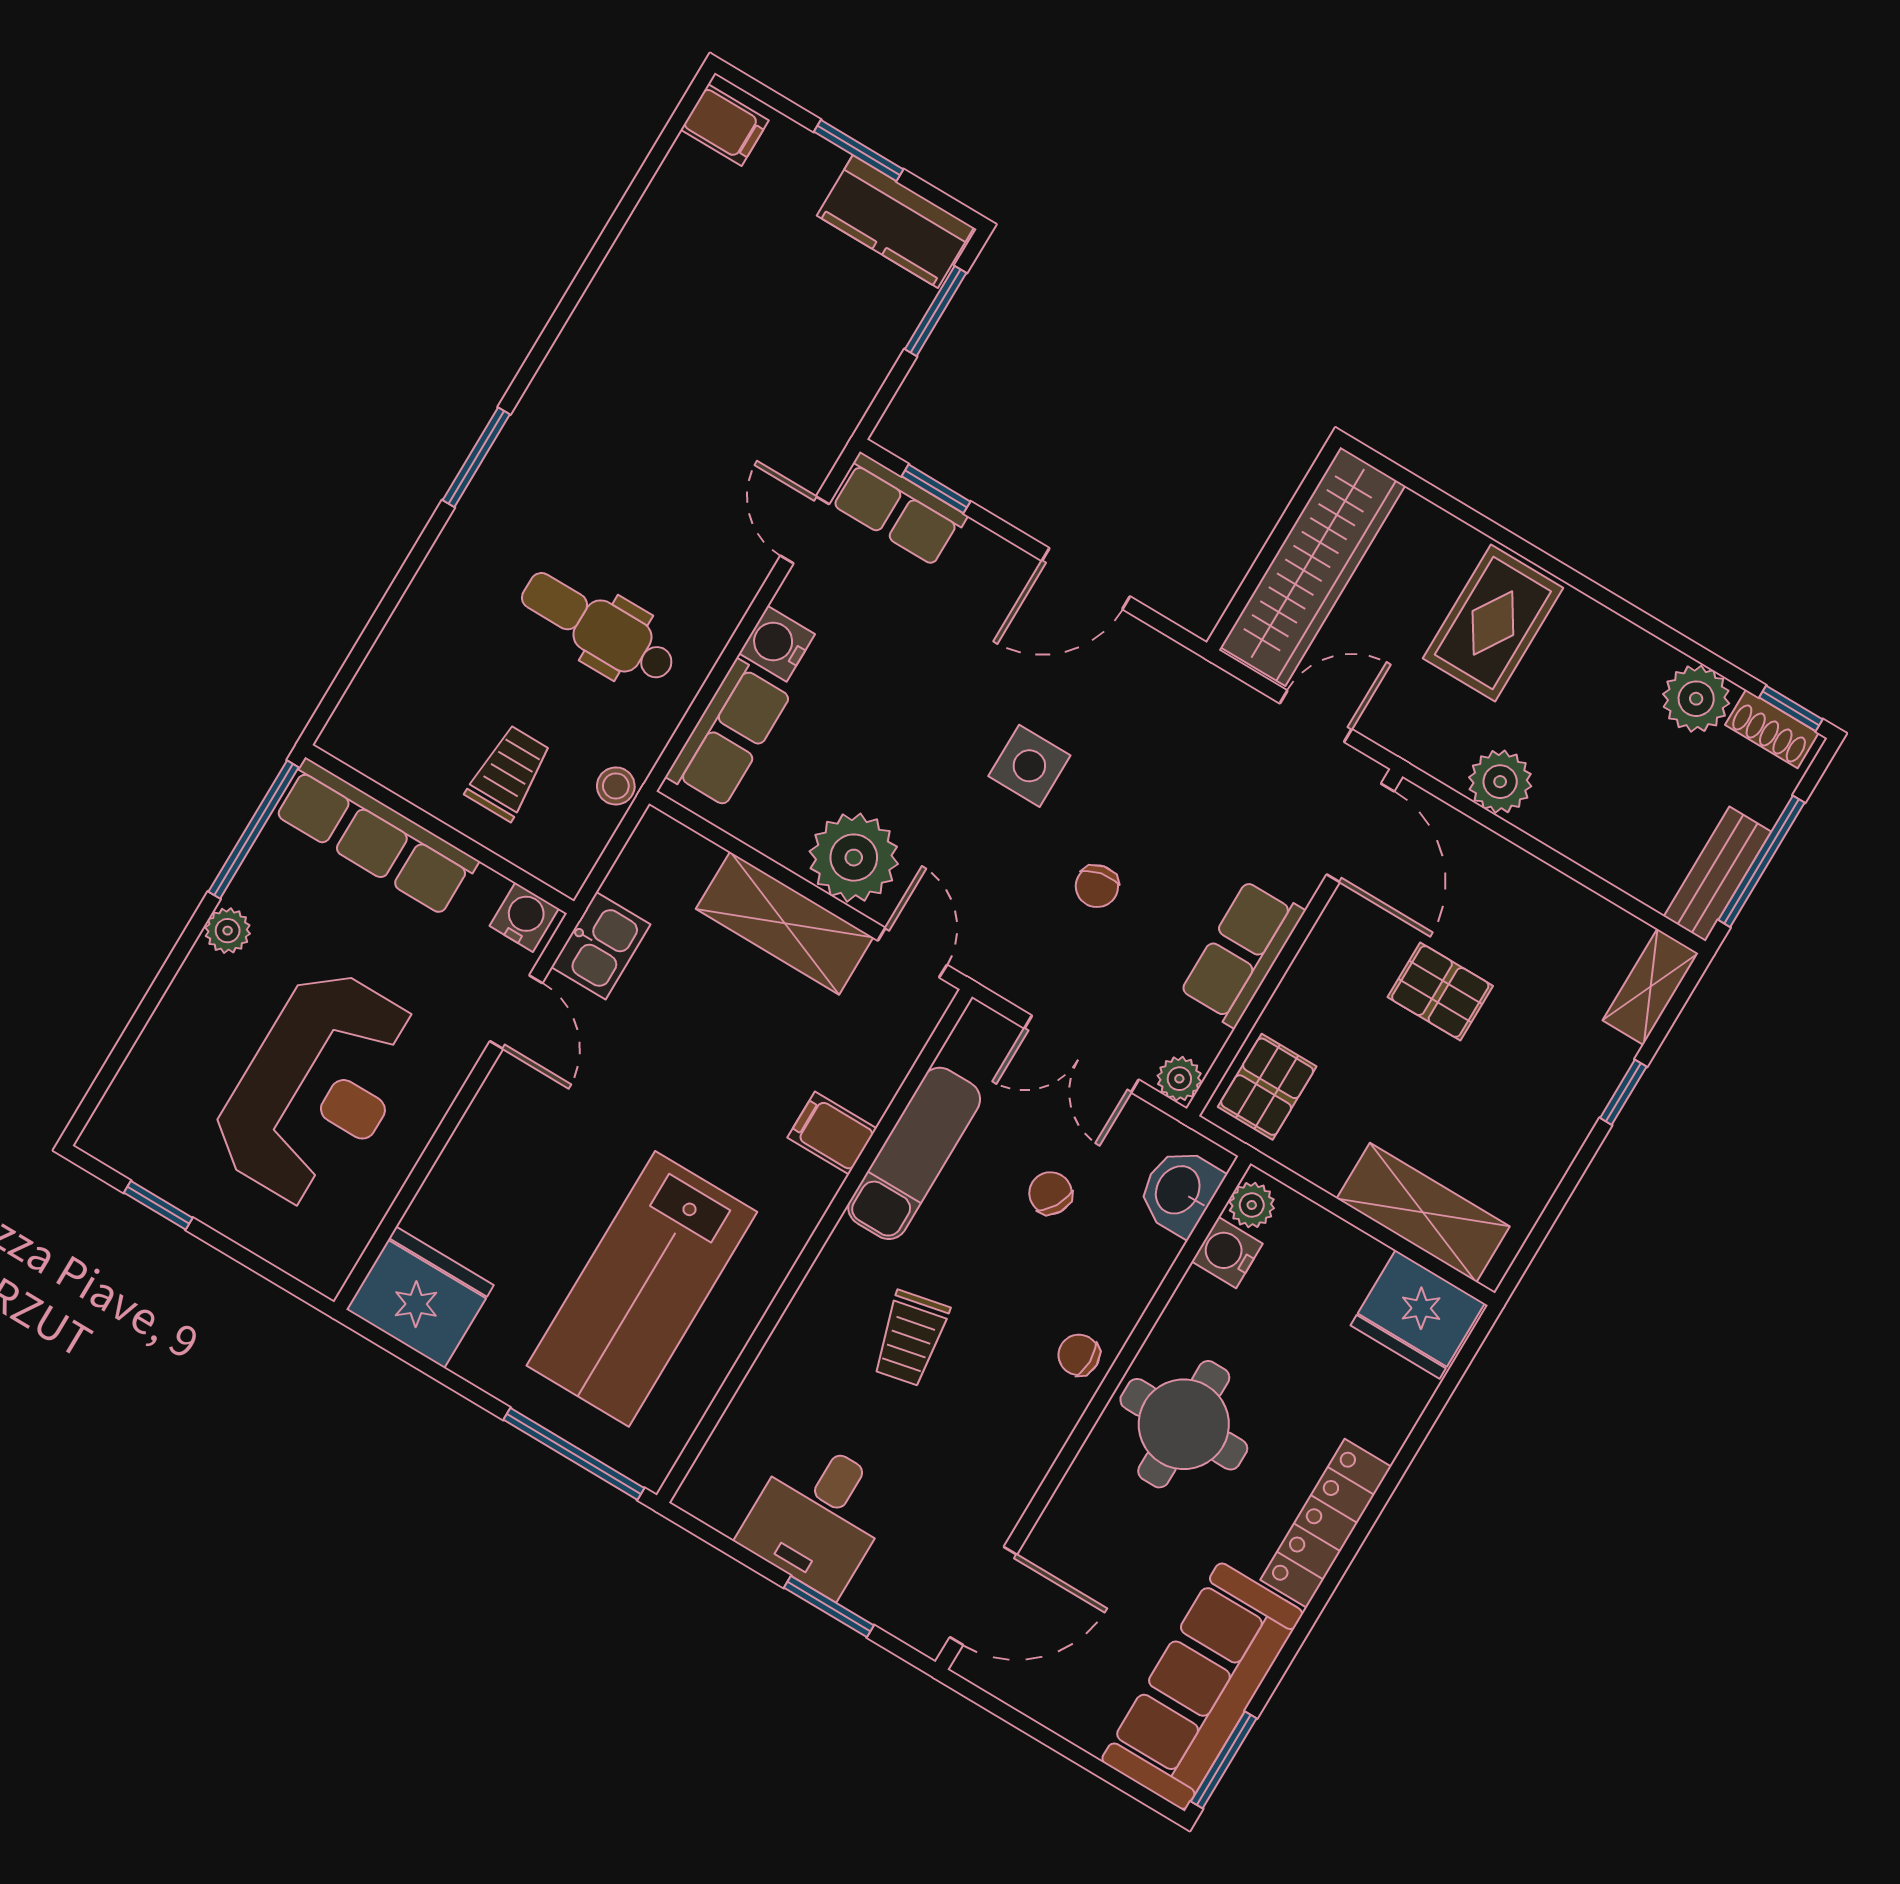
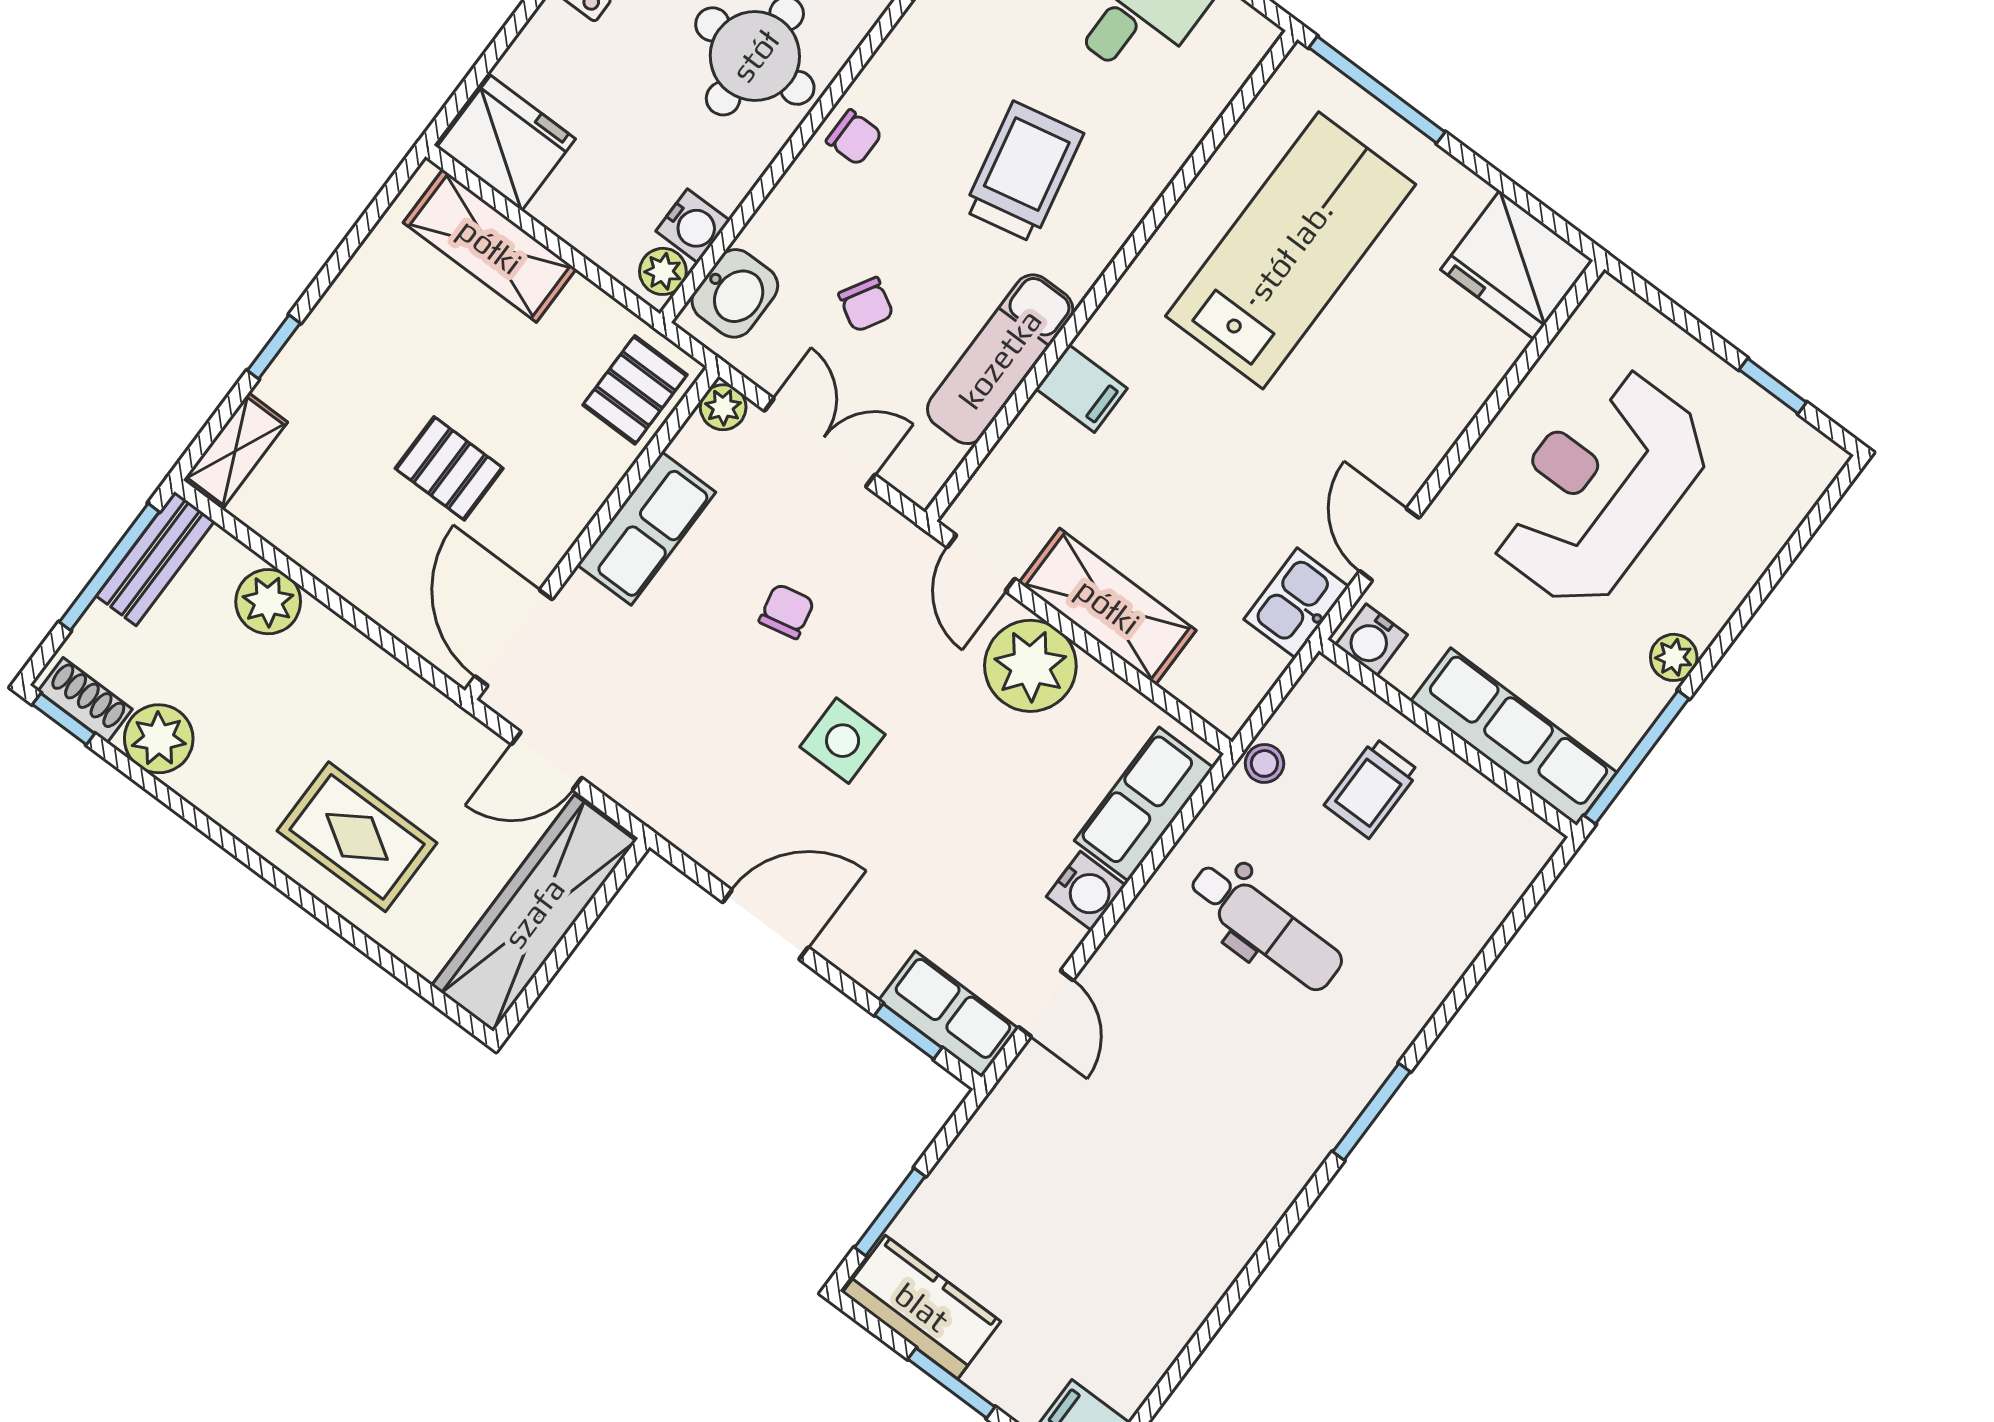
rug: (1493, 623) -> (357, 837), turned 90
plant: (1500, 782) -> (268, 602), moved
trolley: (910, 1338) -> (1023, 172), width x1.36, depth x1.39

